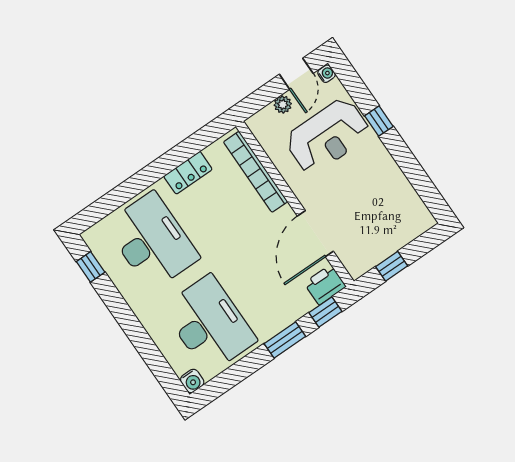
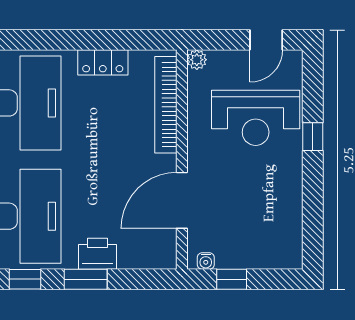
water cooler: (326, 74) -> (206, 261), moved, turned 90
plant: (283, 104) -> (197, 60), moved
printer: (325, 285) -> (98, 254), moved
window: (325, 312) -> (25, 279), moved

